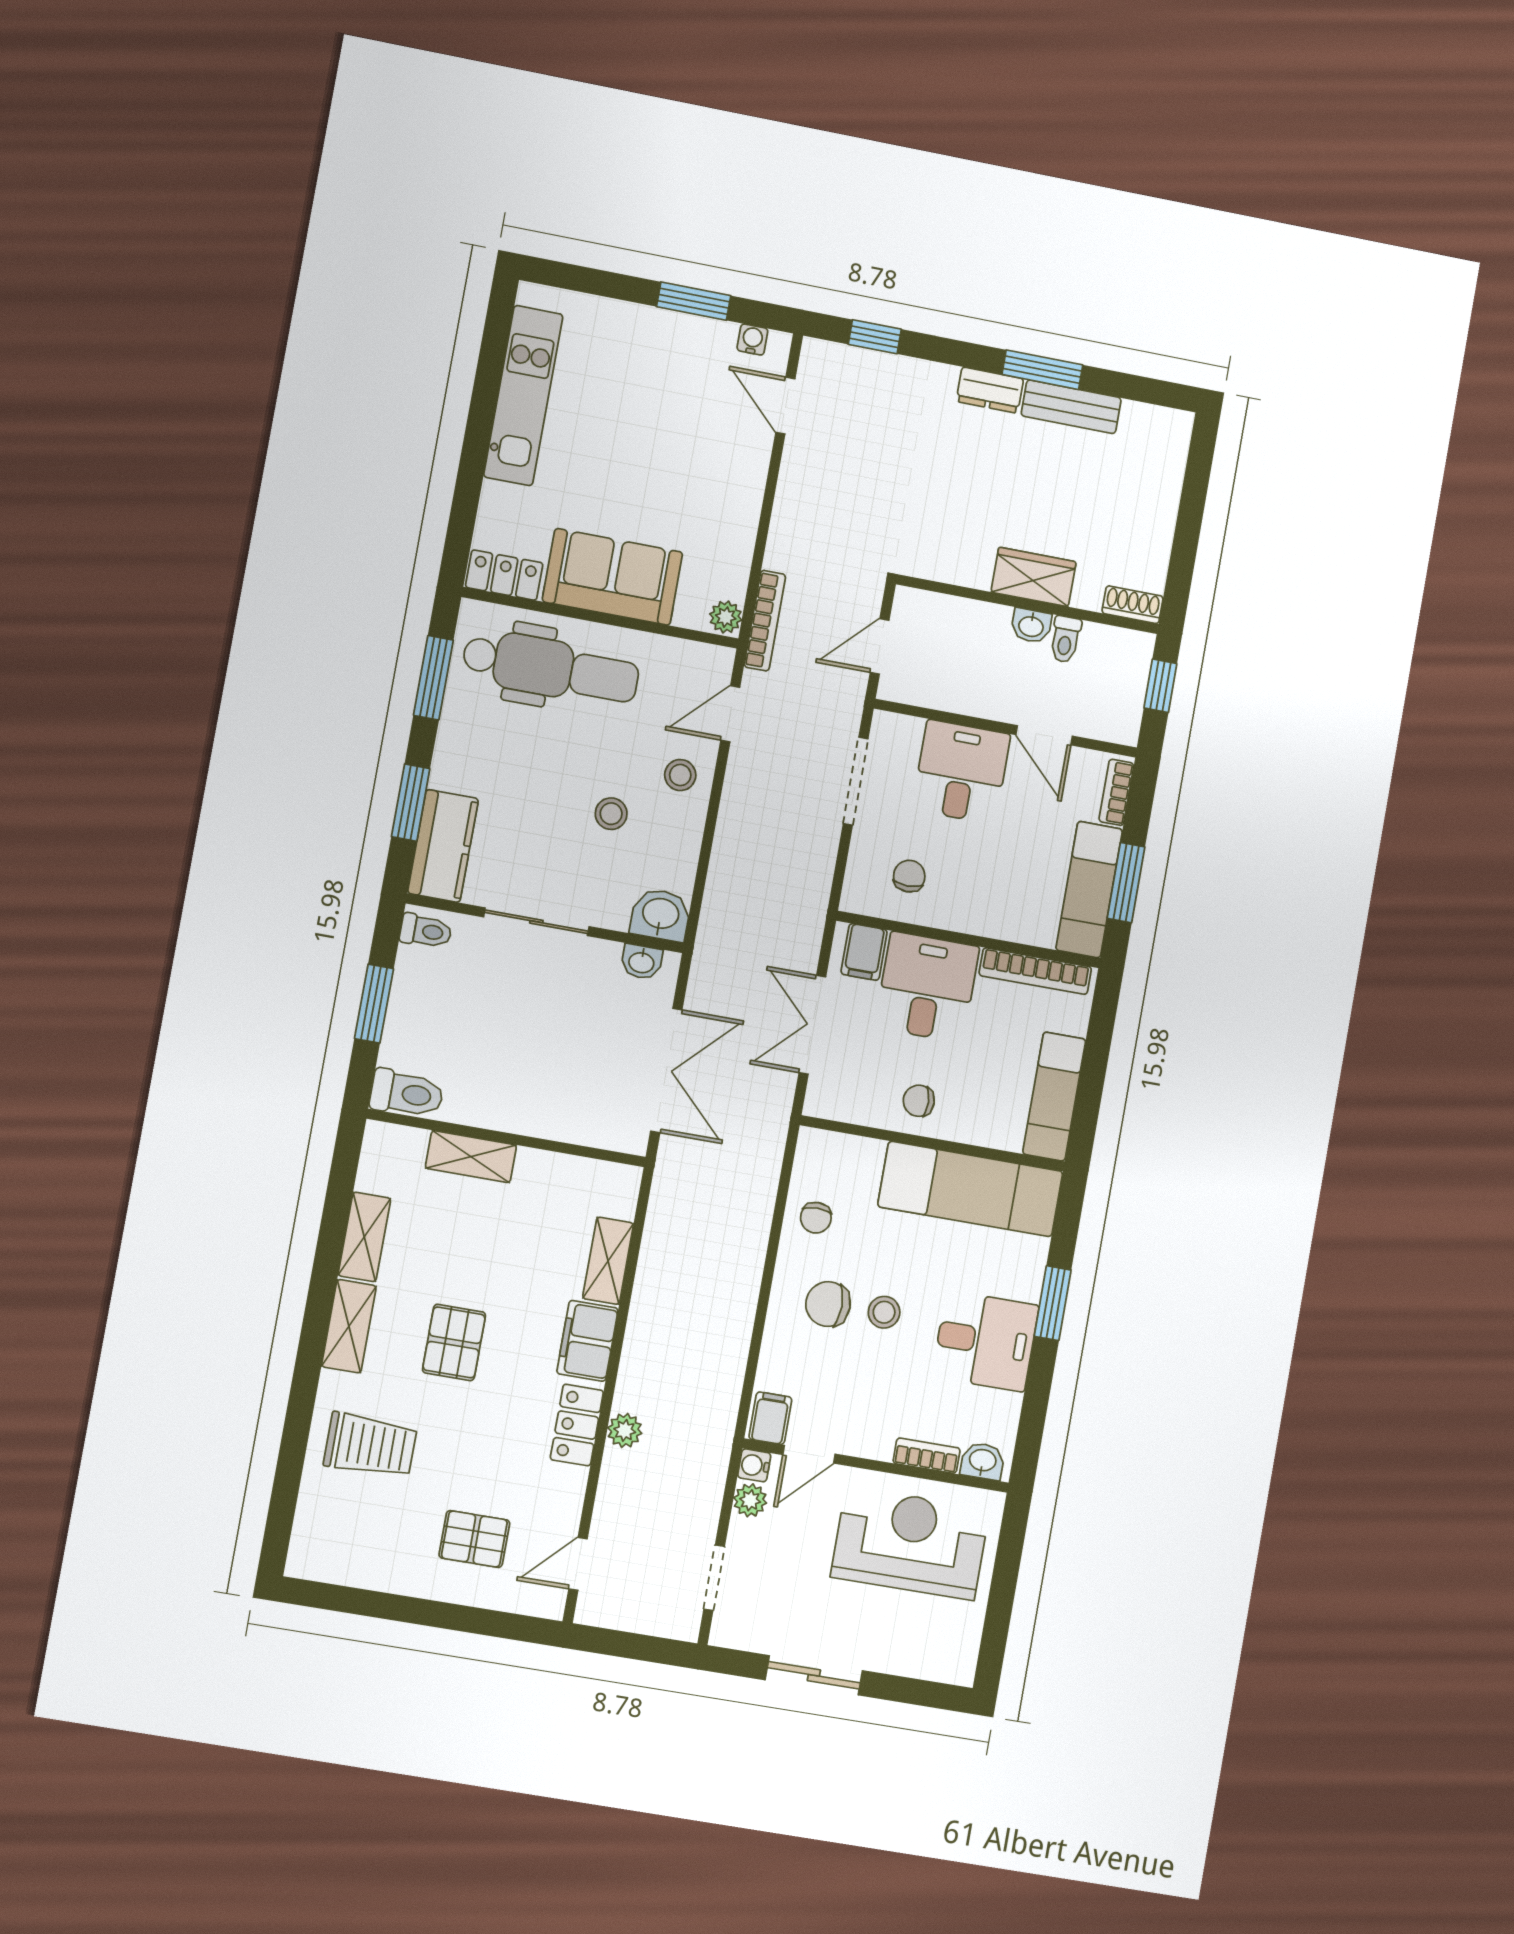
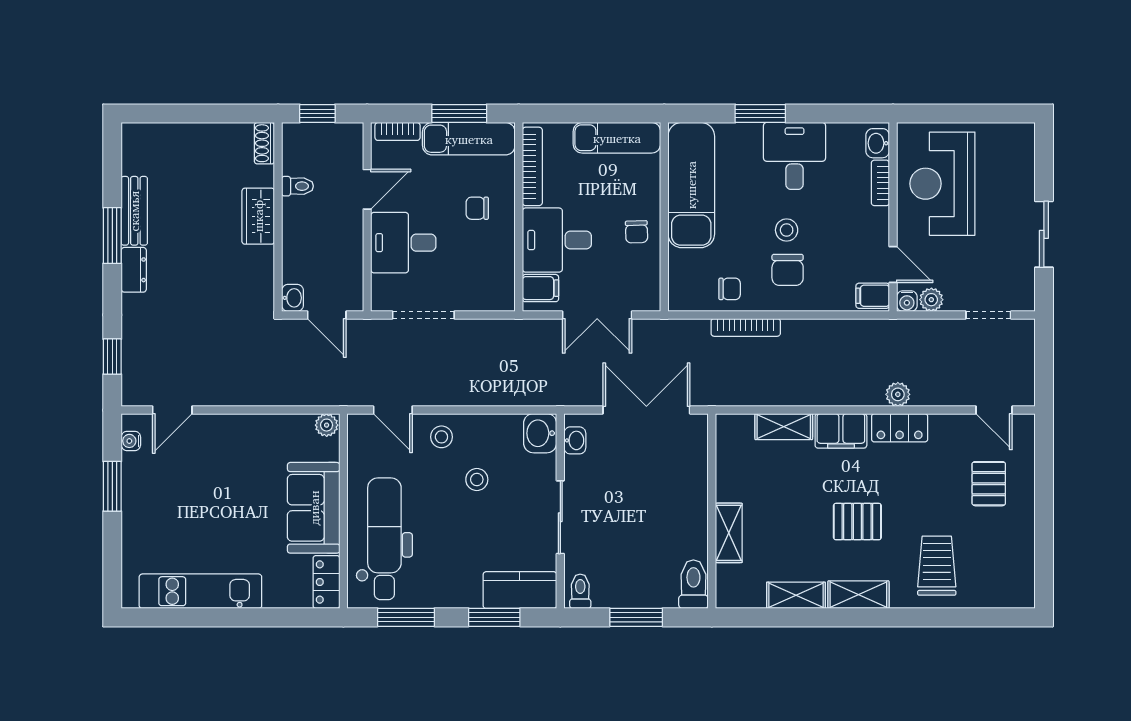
bookcase: (765, 621) -> (746, 327), moved, turned 180
washbasin: (1031, 626) -> (293, 298), moved
chair: (909, 876) -> (477, 208), moved

